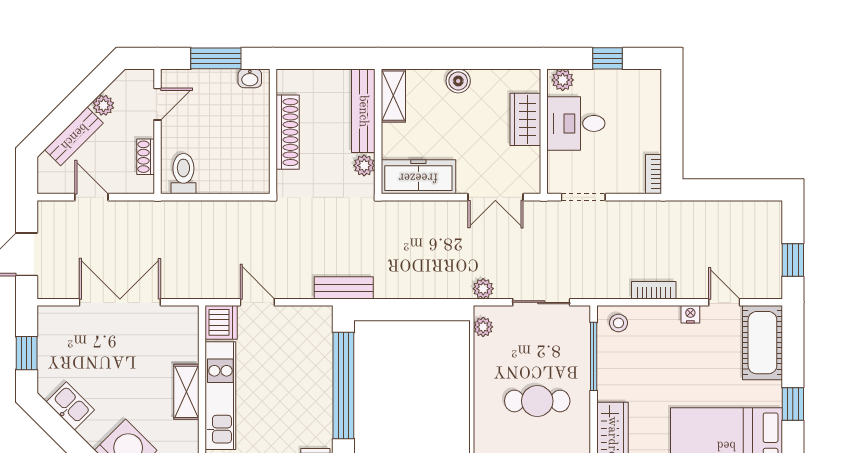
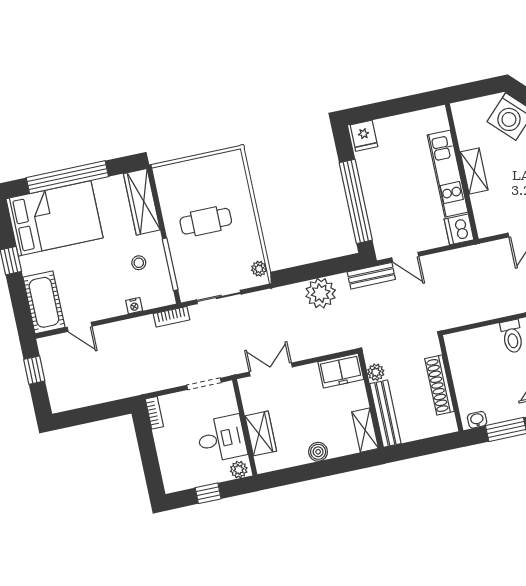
freezer: (418, 177) -> (341, 371), width x0.71
plant: (483, 289) -> (321, 293), moved, width x1.88, depth x1.88
bookcase: (654, 290) -> (171, 317), moved
door: (257, 302) -> (405, 257), moved
nightstand: (690, 314) -> (134, 306), moved
stool: (618, 323) -> (139, 263), moved

